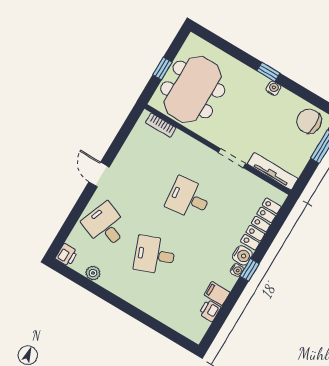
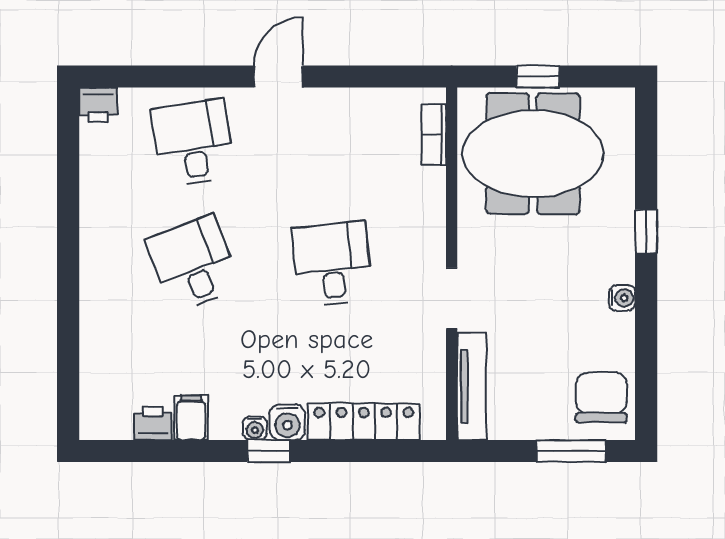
window: (268, 72) -> (646, 232), moved
desk: (105, 226) -> (193, 143), turned -30
plant: (93, 273) -> (94, 172), removed

